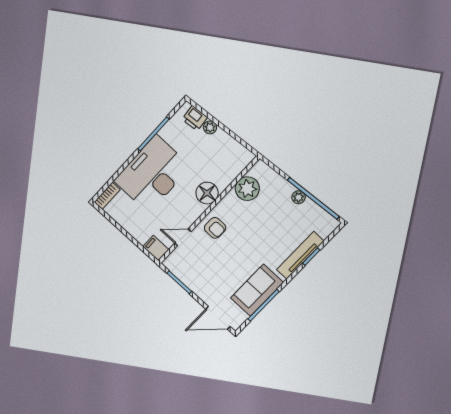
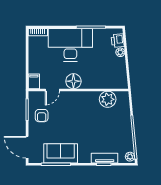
floor lamp: (207, 193) -> (73, 81), moved
plant: (299, 197) -> (130, 157), moved
armchair: (215, 228) -> (42, 116), moved
door: (183, 237) -> (52, 90), swing flipped
tv unit: (300, 255) -> (105, 158), width x0.71

